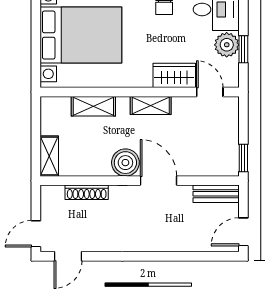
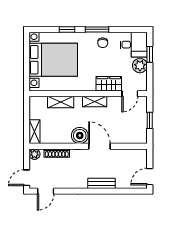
window: (243, 49) -> (150, 54), moved
door: (210, 92) -> (130, 94), swing flipped
window: (243, 158) -> (150, 120), moved
plant: (49, 194) -> (34, 154), added
bench: (216, 194) -> (102, 183), moved

